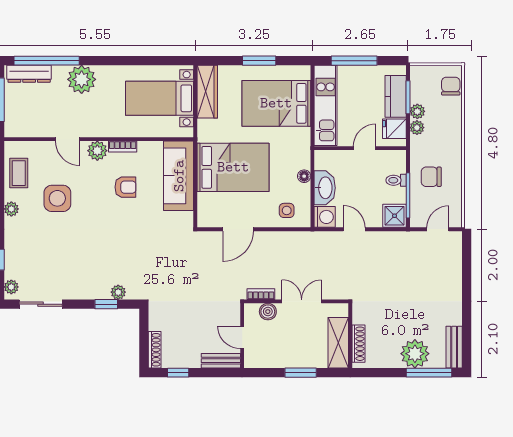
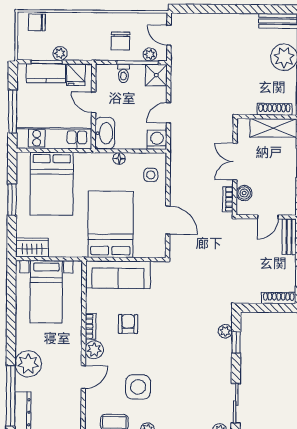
wardrobe: (207, 92) -> (32, 248), width x0.67
plant: (417, 128) -> (150, 54), moved
washbasin: (325, 188) -> (105, 133), moved, turned 90

